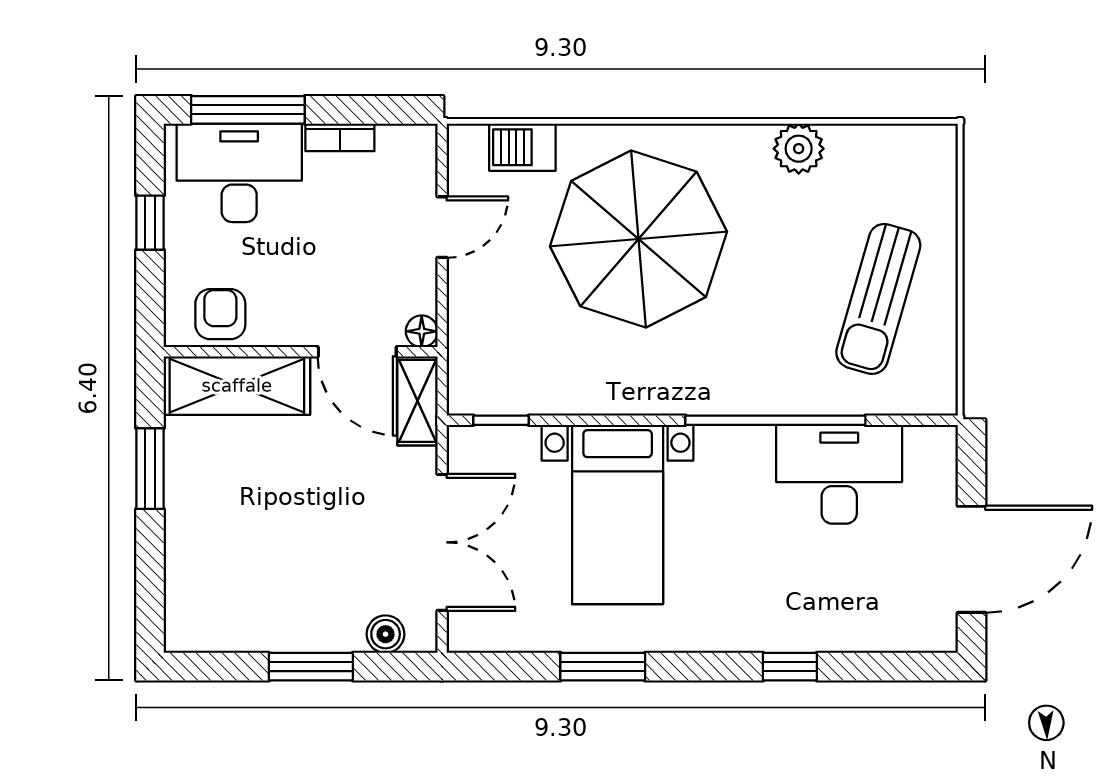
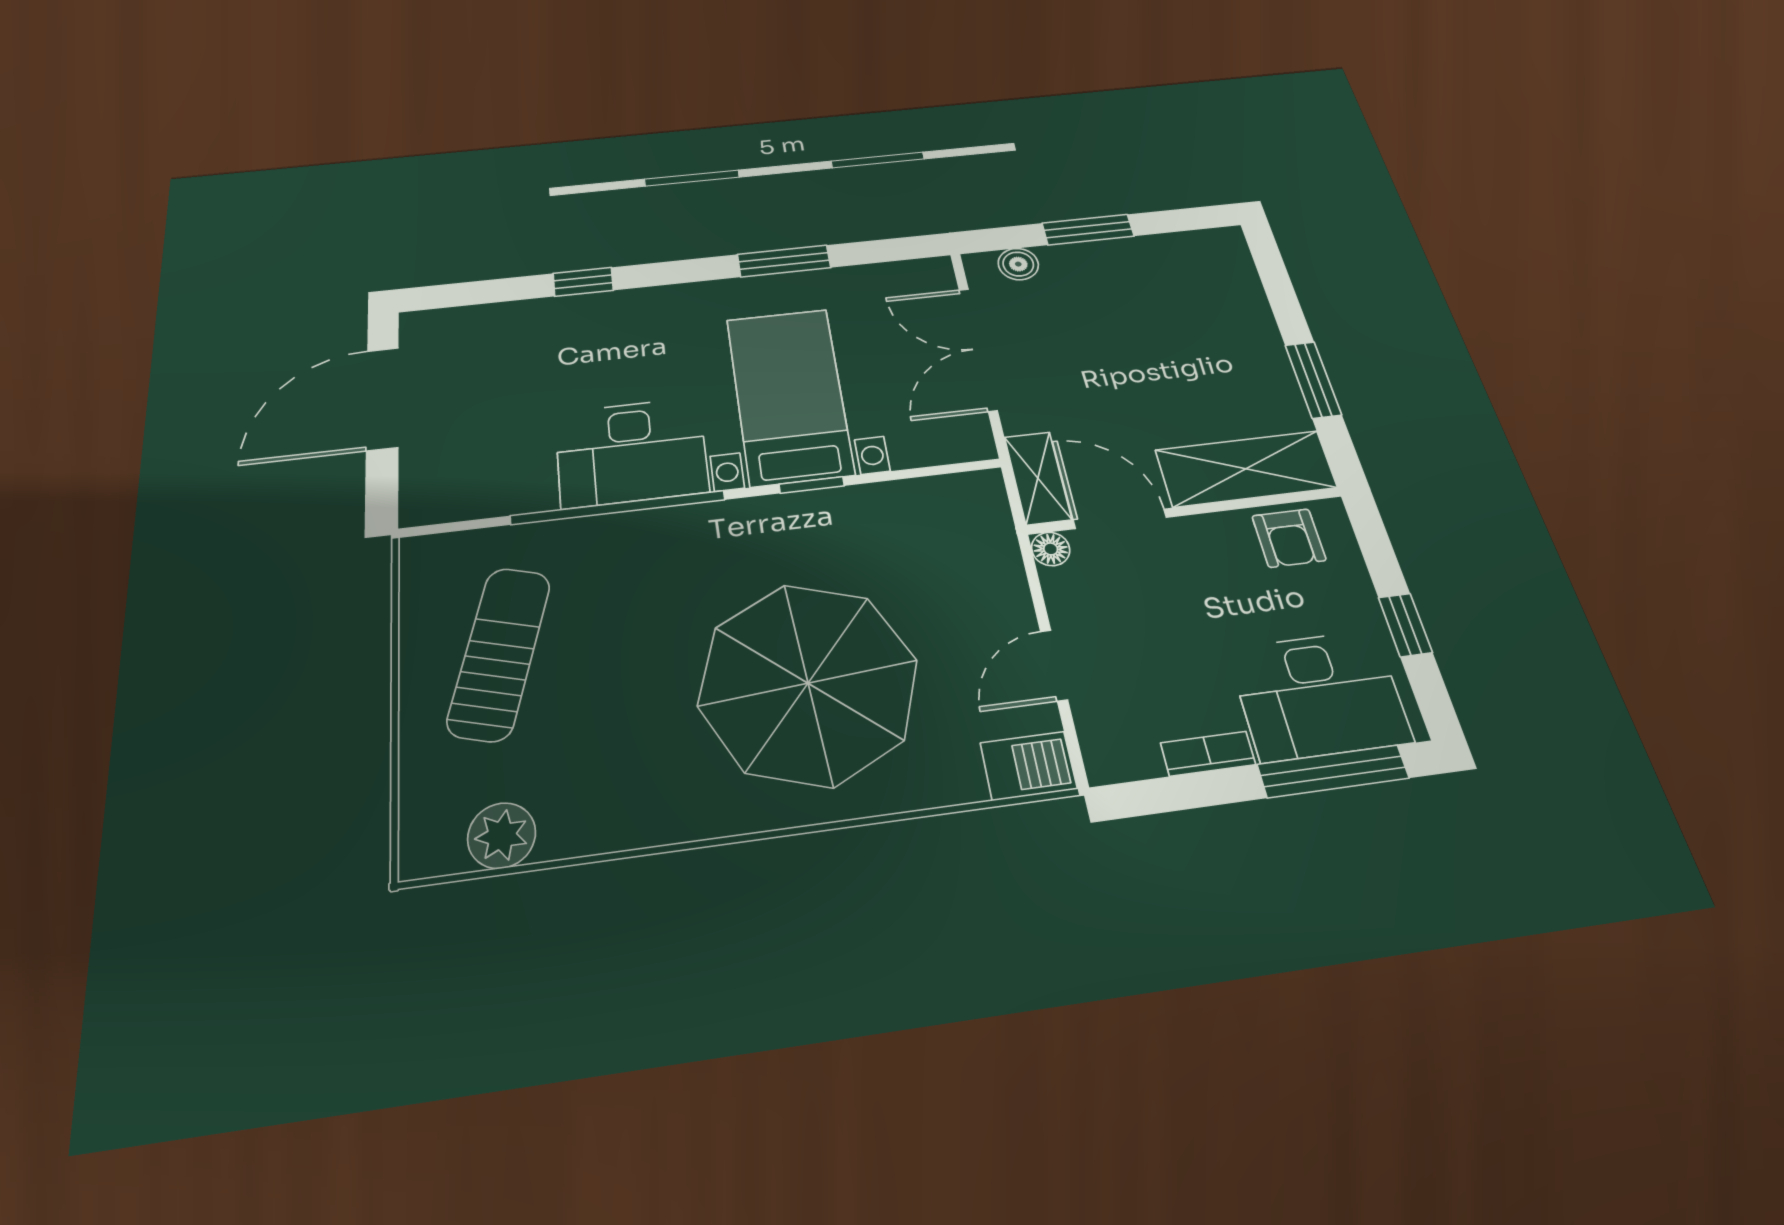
barbecue: (522, 147) -> (1029, 766), moved
plant: (799, 149) -> (502, 836), moved
window: (501, 420) -> (812, 485), moved
desk: (839, 474) -> (631, 452), moved

